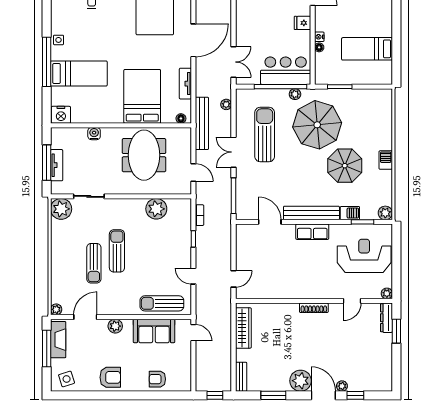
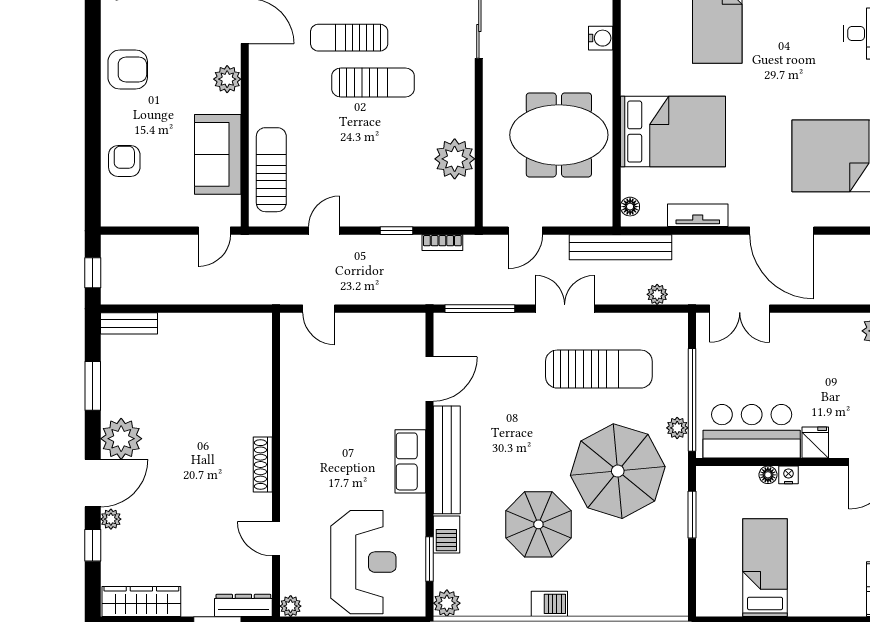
bar counter: (286, 71) -> (752, 431), moved, turned -90
wardrobe: (243, 328) -> (141, 602), moved, turned 180
armchair: (110, 377) -> (128, 69), turned -90

